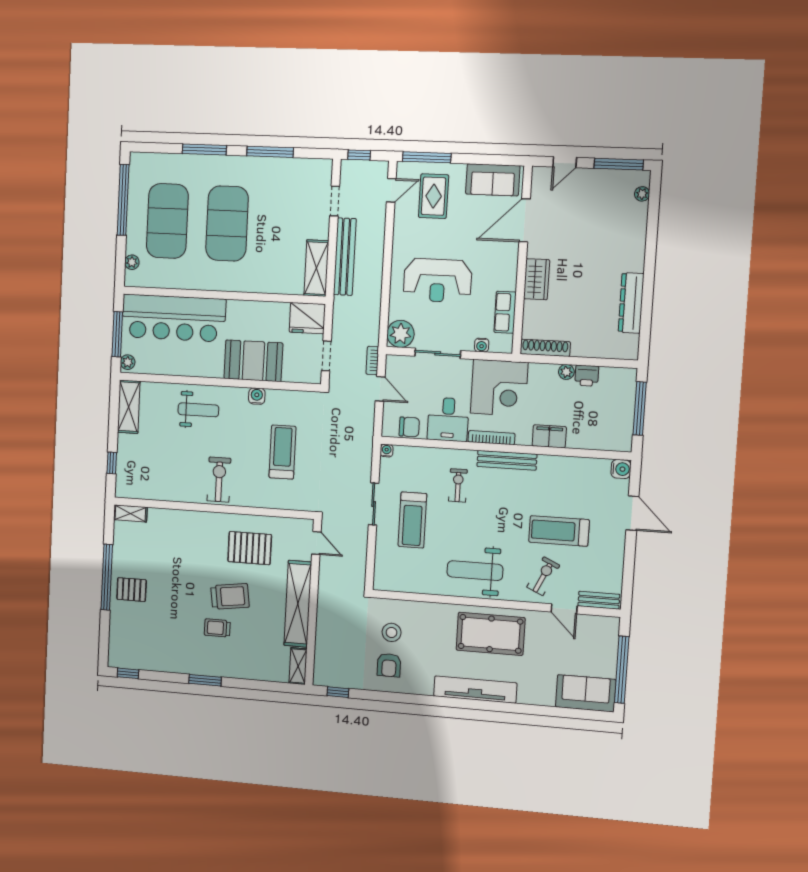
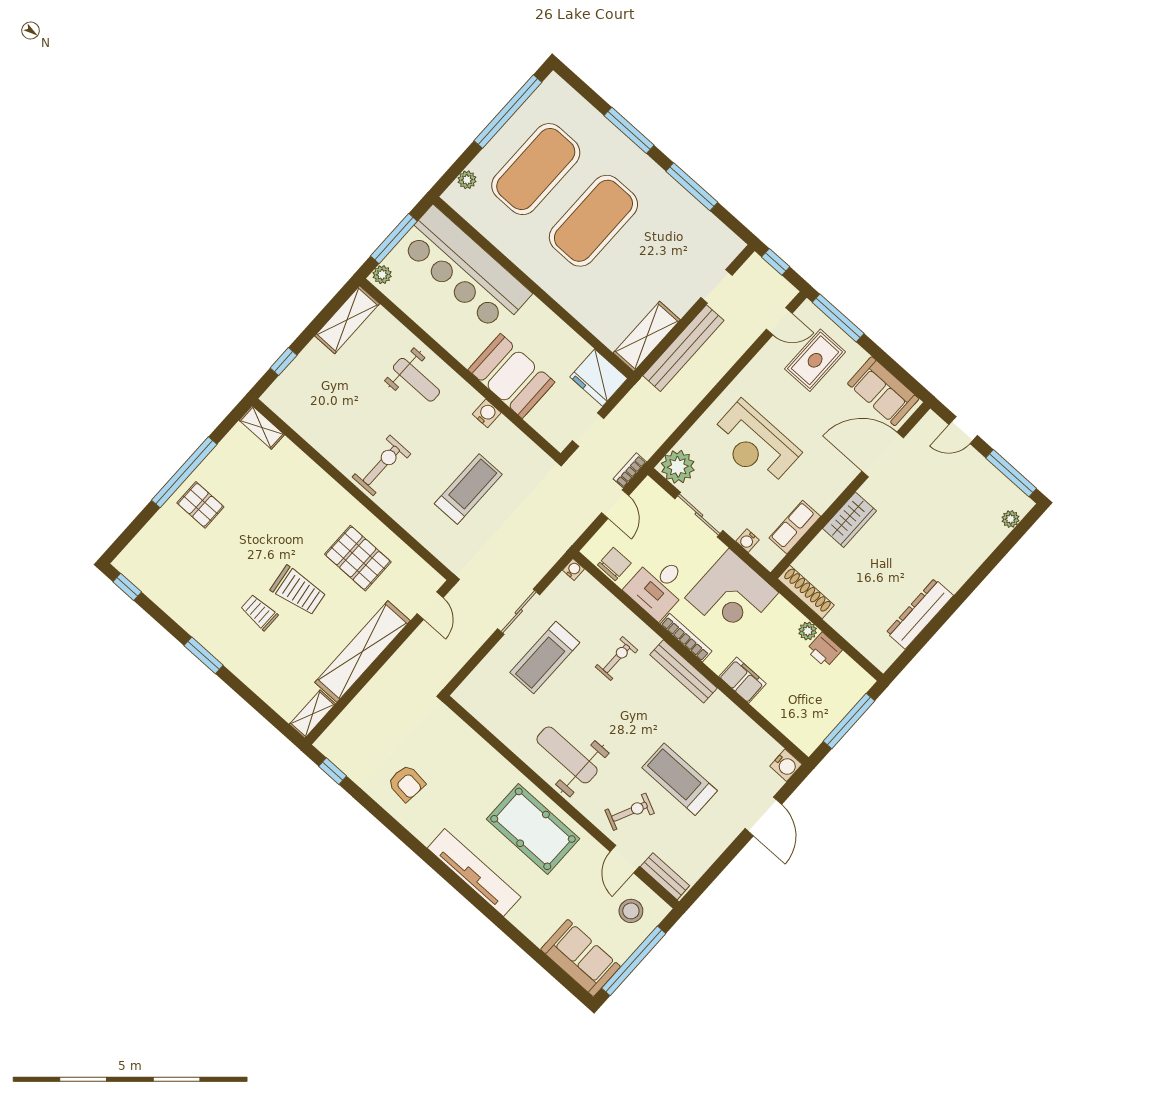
chair: (409, 427) -> (614, 564), turned -90
stool: (392, 632) -> (631, 911), moved
armchair: (389, 665) -> (407, 783), turned -84

